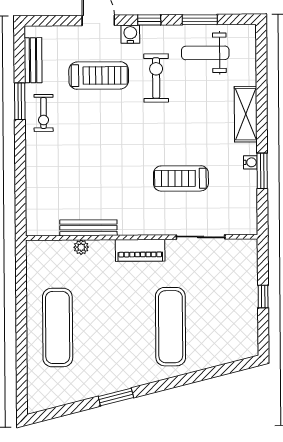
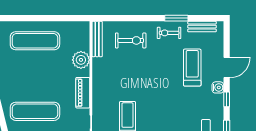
treadmill: (99, 75) -> (192, 68), turned 180
exercise bike: (156, 78) -> (131, 40), moved
bench: (88, 228) -> (97, 39), moved
plant: (81, 247) -> (81, 60), width x1.88, depth x1.88

